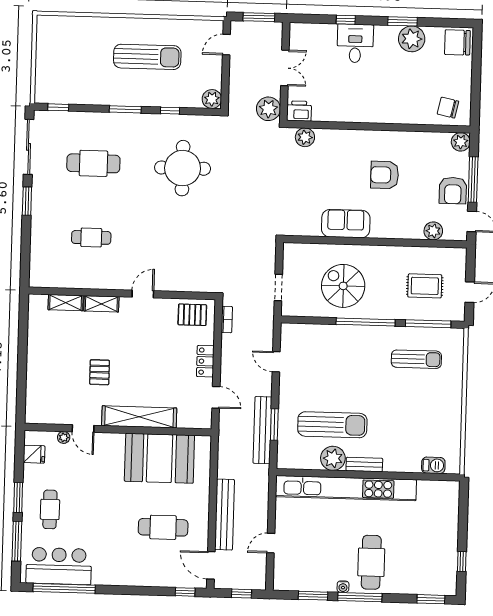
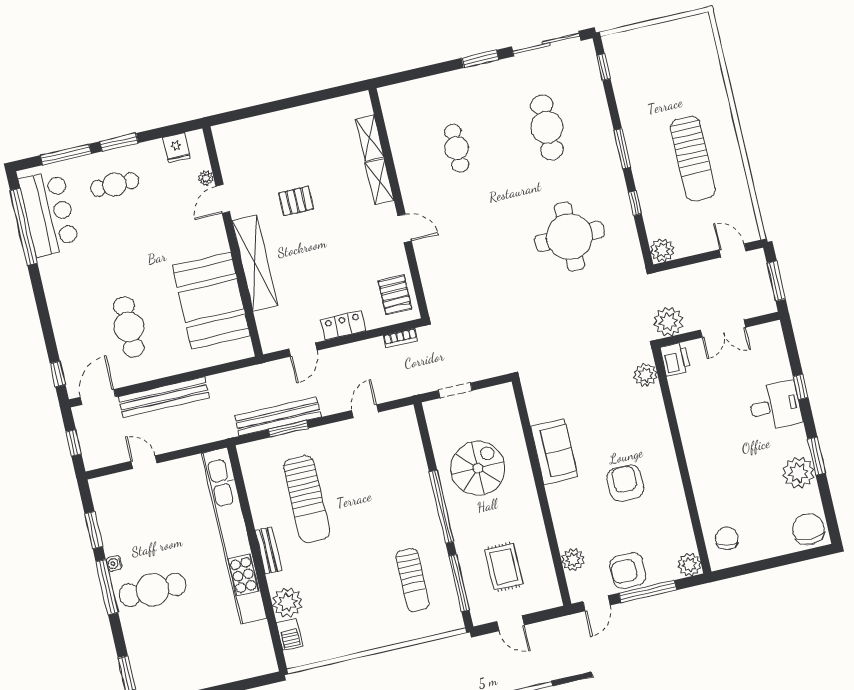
plant: (333, 458) -> (287, 602), moved

